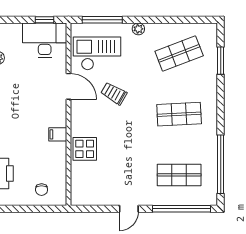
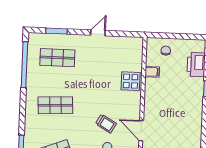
filing cabinet: (58, 134) -> (152, 72), moved
window: (182, 209) -> (57, 31), width x0.47

